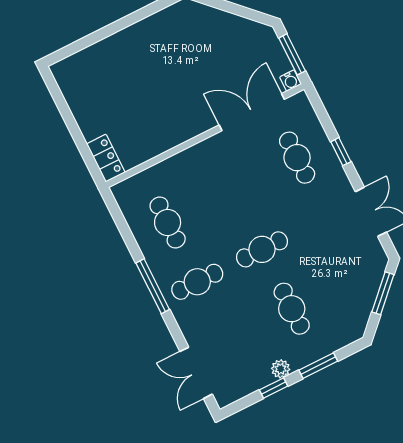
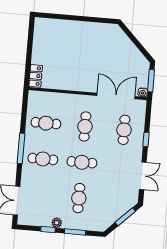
cafe table: (232, 190) -> (85, 126), added
cafe table: (168, 222) -> (46, 123), turned 90

